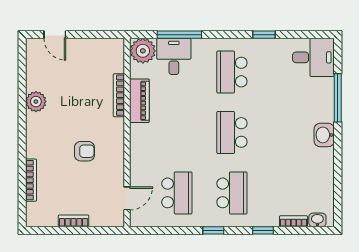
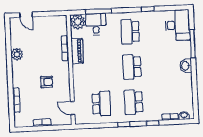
desk: (313, 57) -> (177, 25), width x1.37
school desk: (232, 193) -> (134, 102), turned 180
door: (127, 198) -> (73, 108), swing flipped

